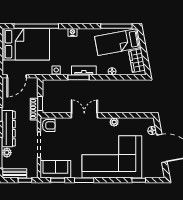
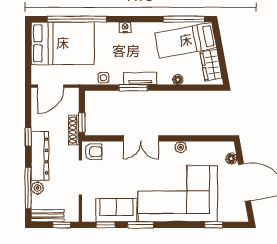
double door: (84, 115) -> (141, 138), swing flipped
sofa: (55, 169) -> (116, 210), moved

